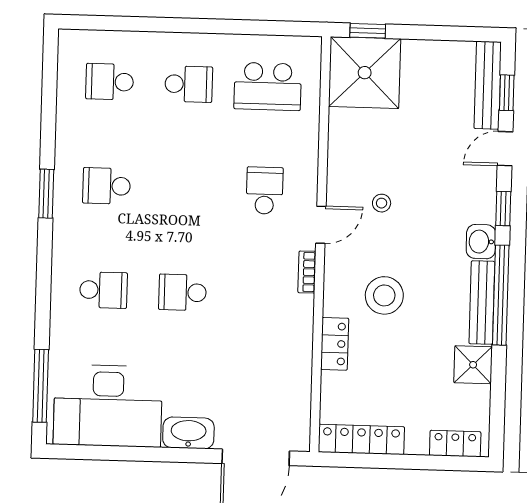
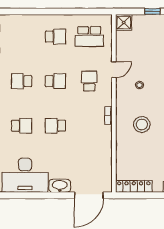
window: (368, 31) -> (152, 11), moved
shower: (365, 73) -> (124, 22), width x0.54, depth x0.54
school desk: (110, 82) -> (55, 81), moved, turned 180
door: (321, 225) -> (114, 70), moved
locker: (335, 344) -> (121, 146), removed

